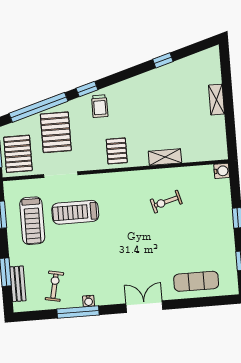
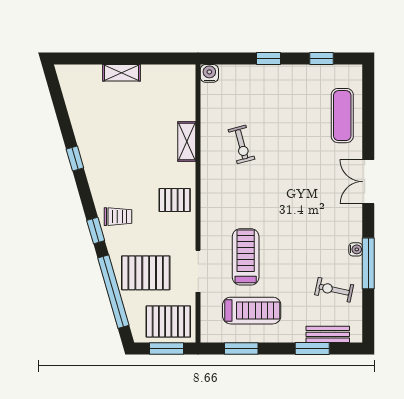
window: (163, 60) -> (75, 158), moved
treadmill: (75, 212) -> (246, 257), turned 180

